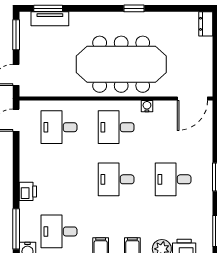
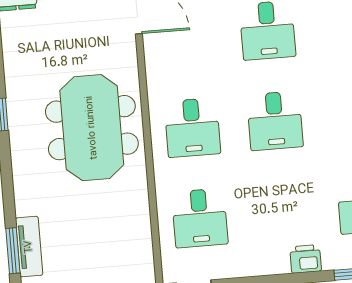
meeting table: (121, 64) -> (92, 128), width x0.73
water cooler: (147, 106) -> (155, 81), removed

